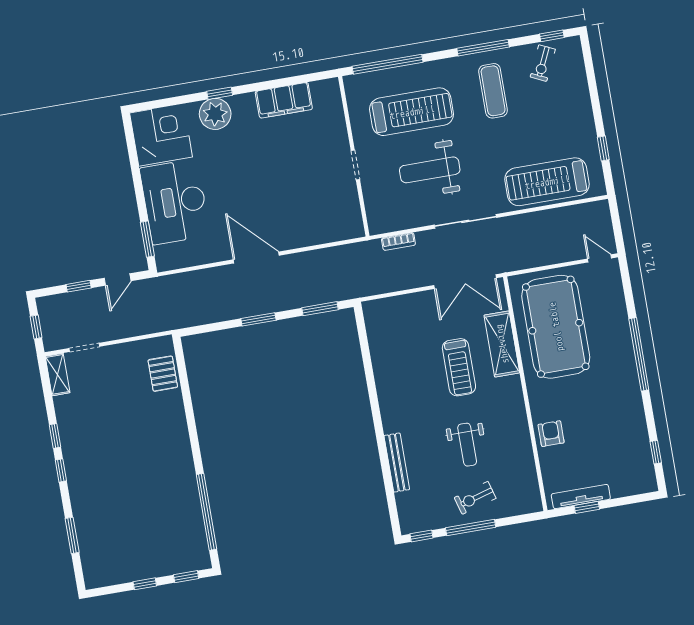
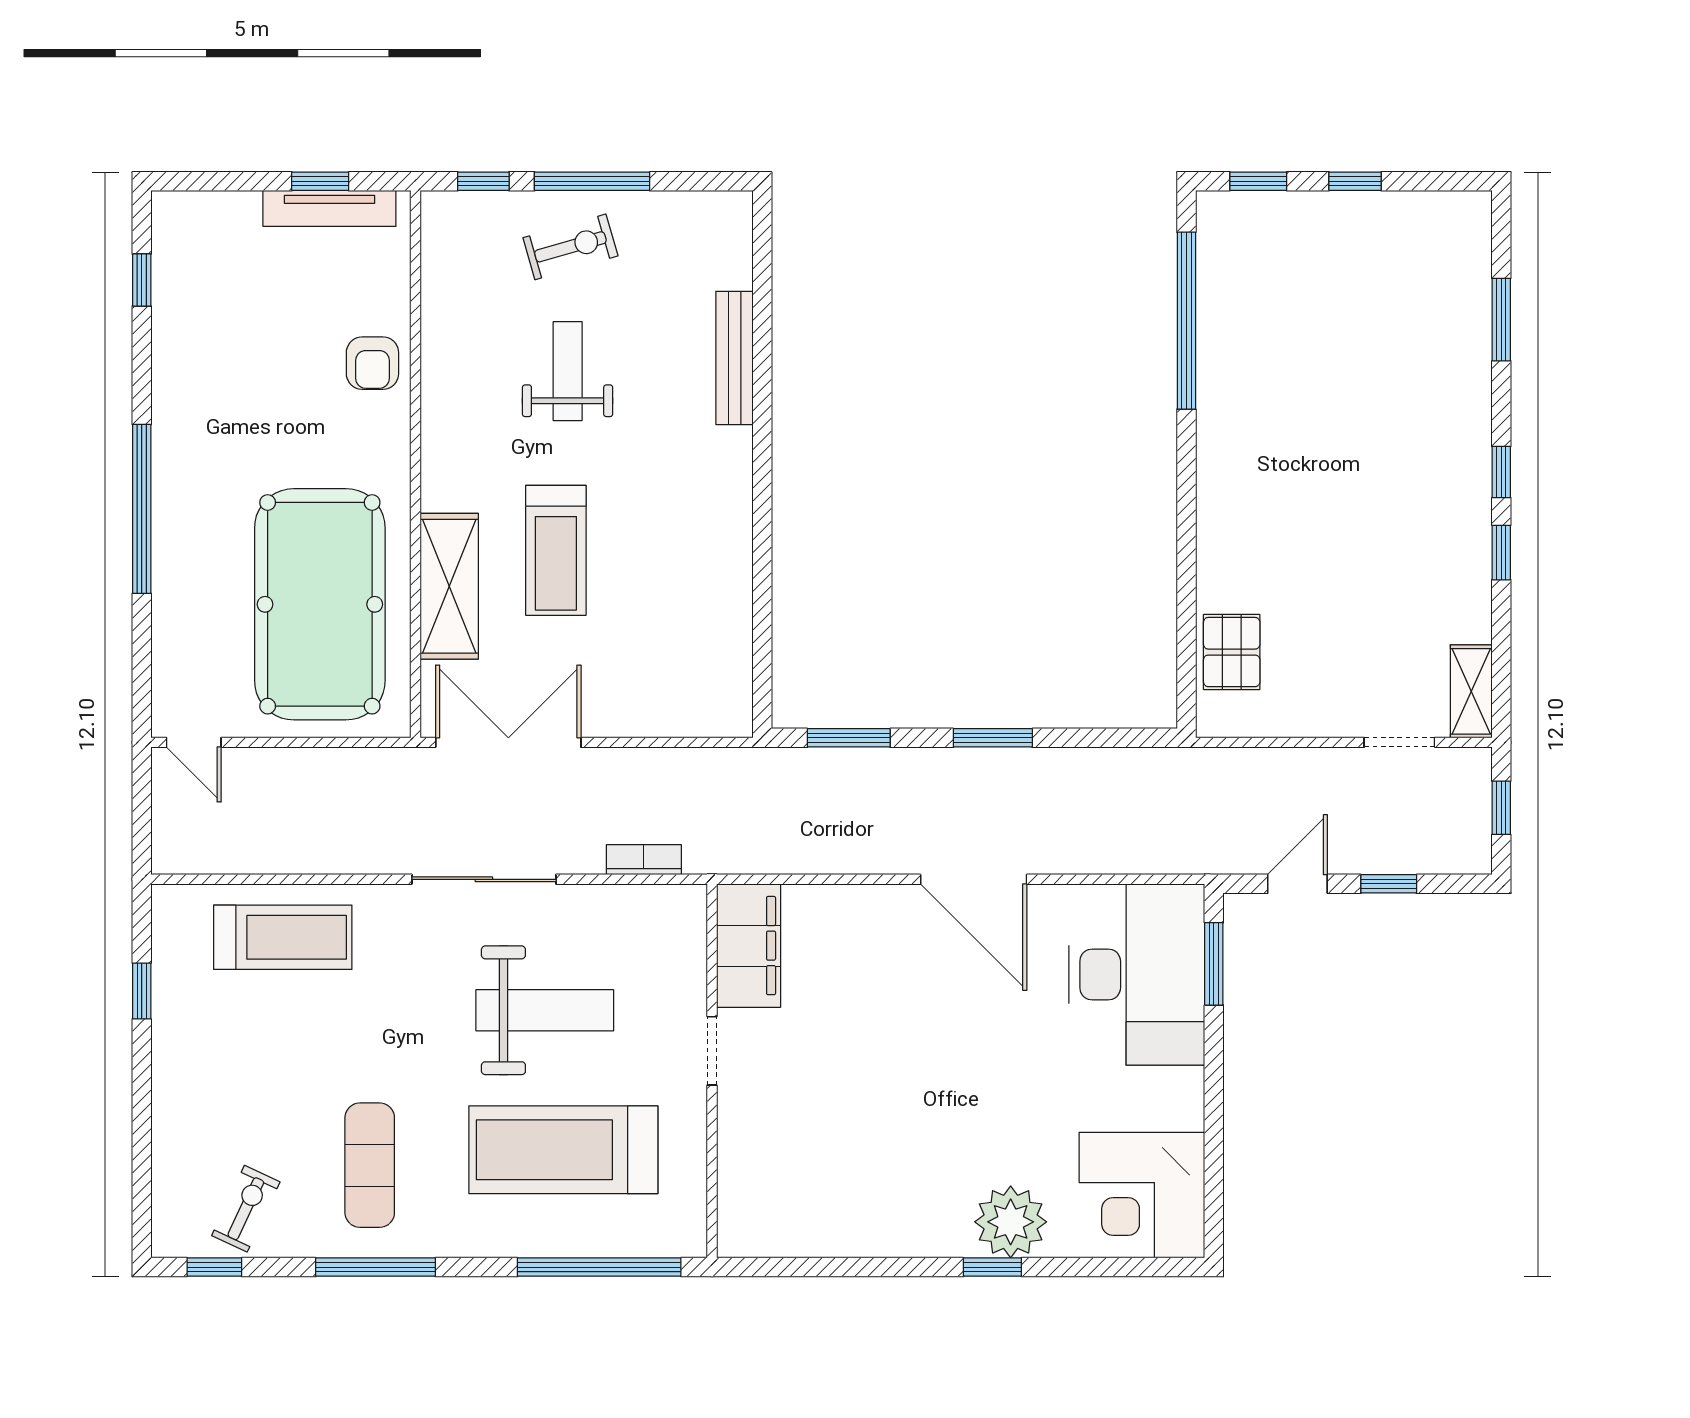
filing cabinet: (284, 100) -> (749, 946), moved, turned 90
treadmill: (547, 182) -> (283, 937), width x0.73, depth x0.73
desk: (175, 202) -> (1137, 974), moved
treadmill: (459, 367) -> (556, 550), turned 180
window: (421, 536) -> (483, 181), moved

